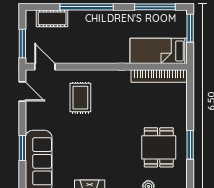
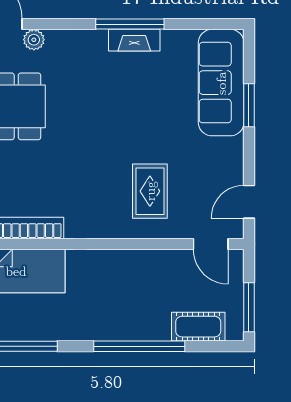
window: (22, 44) -> (249, 307), moved
door: (22, 91) -> (249, 202), hinge flipped

